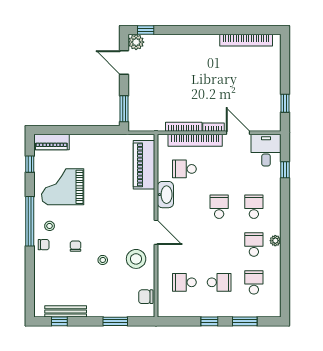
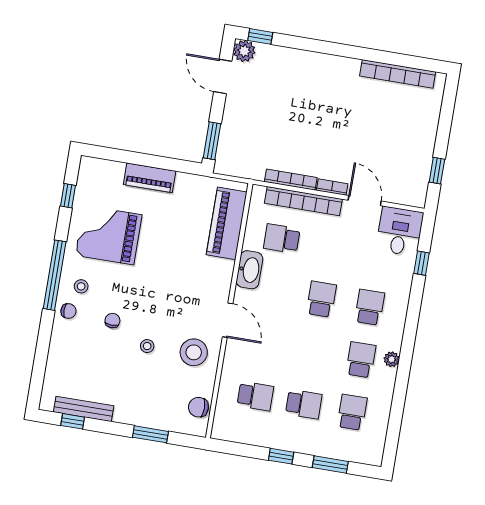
piano: (51, 142) -> (150, 178), moved
school desk: (184, 282) -> (255, 396), turned 180

